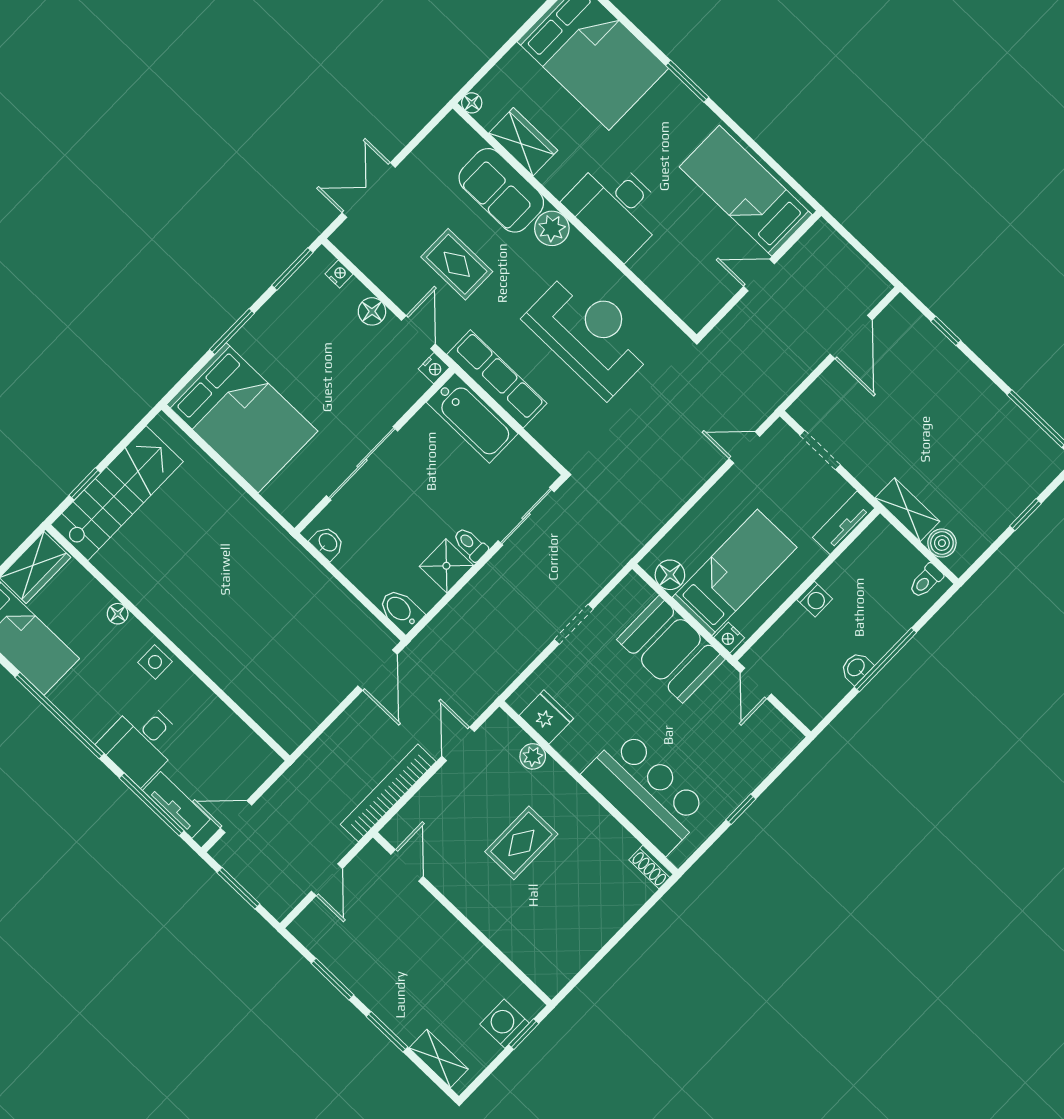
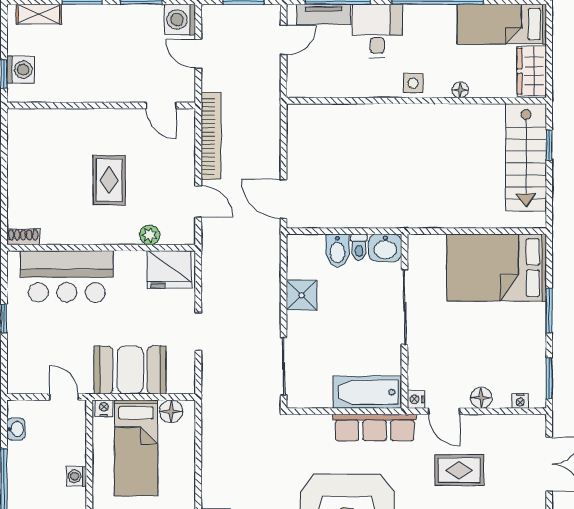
washbasin: (327, 543) -> (385, 248), width x1.38, depth x1.45
toilet: (470, 544) -> (359, 247), moved, turned 90
bidet: (401, 611) -> (337, 250), moved, turned 90
washbasin: (856, 668) -> (16, 429), moved
fridge: (546, 717) -> (169, 269), width x1.36, depth x1.34
washing machine: (313, 928) -> (180, 20), added

